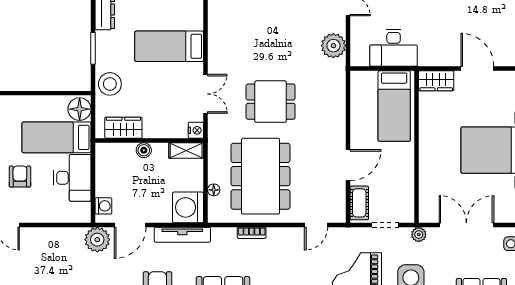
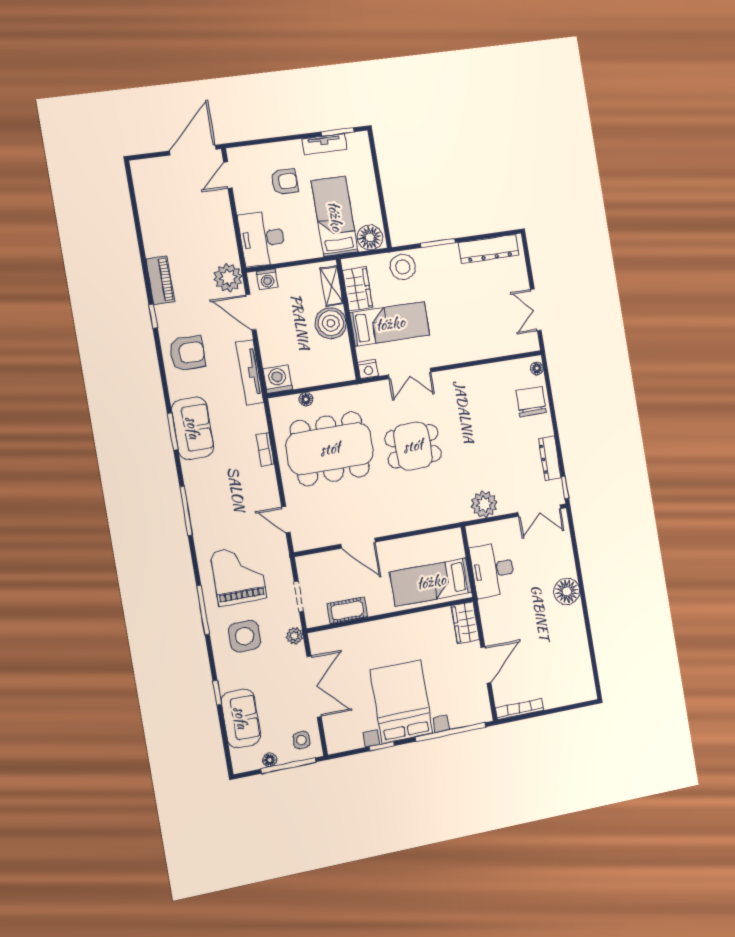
bed: (169, 46) -> (390, 324), moved, turned 90
dining table: (271, 102) -> (413, 446), turned 90
boiler: (144, 150) -> (331, 323), width x1.86, depth x1.86
shelving: (186, 150) -> (332, 286), moved
desk: (72, 178) -> (262, 239), moved, turned 90
cot: (359, 203) -> (347, 610), moved
washing machine: (188, 207) -> (278, 379), width x0.73, depth x0.73

